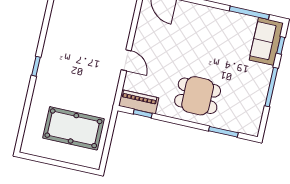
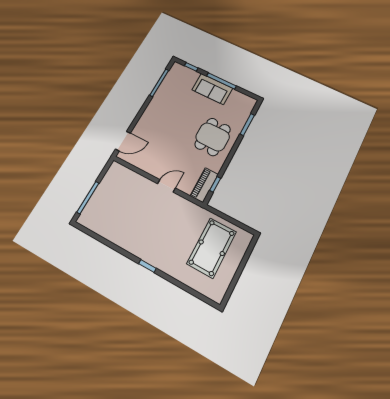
sofa: (266, 41) -> (212, 89), moved

